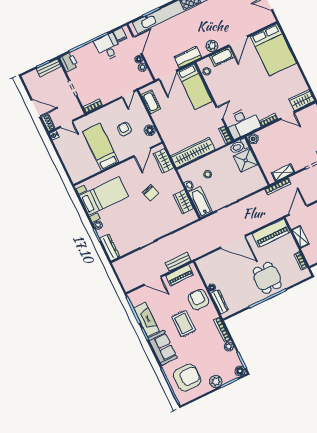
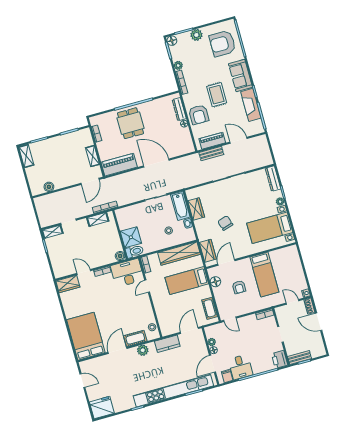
bed: (194, 87) -> (187, 281), moved, turned -90
door: (128, 94) -> (230, 319), swing flipped

